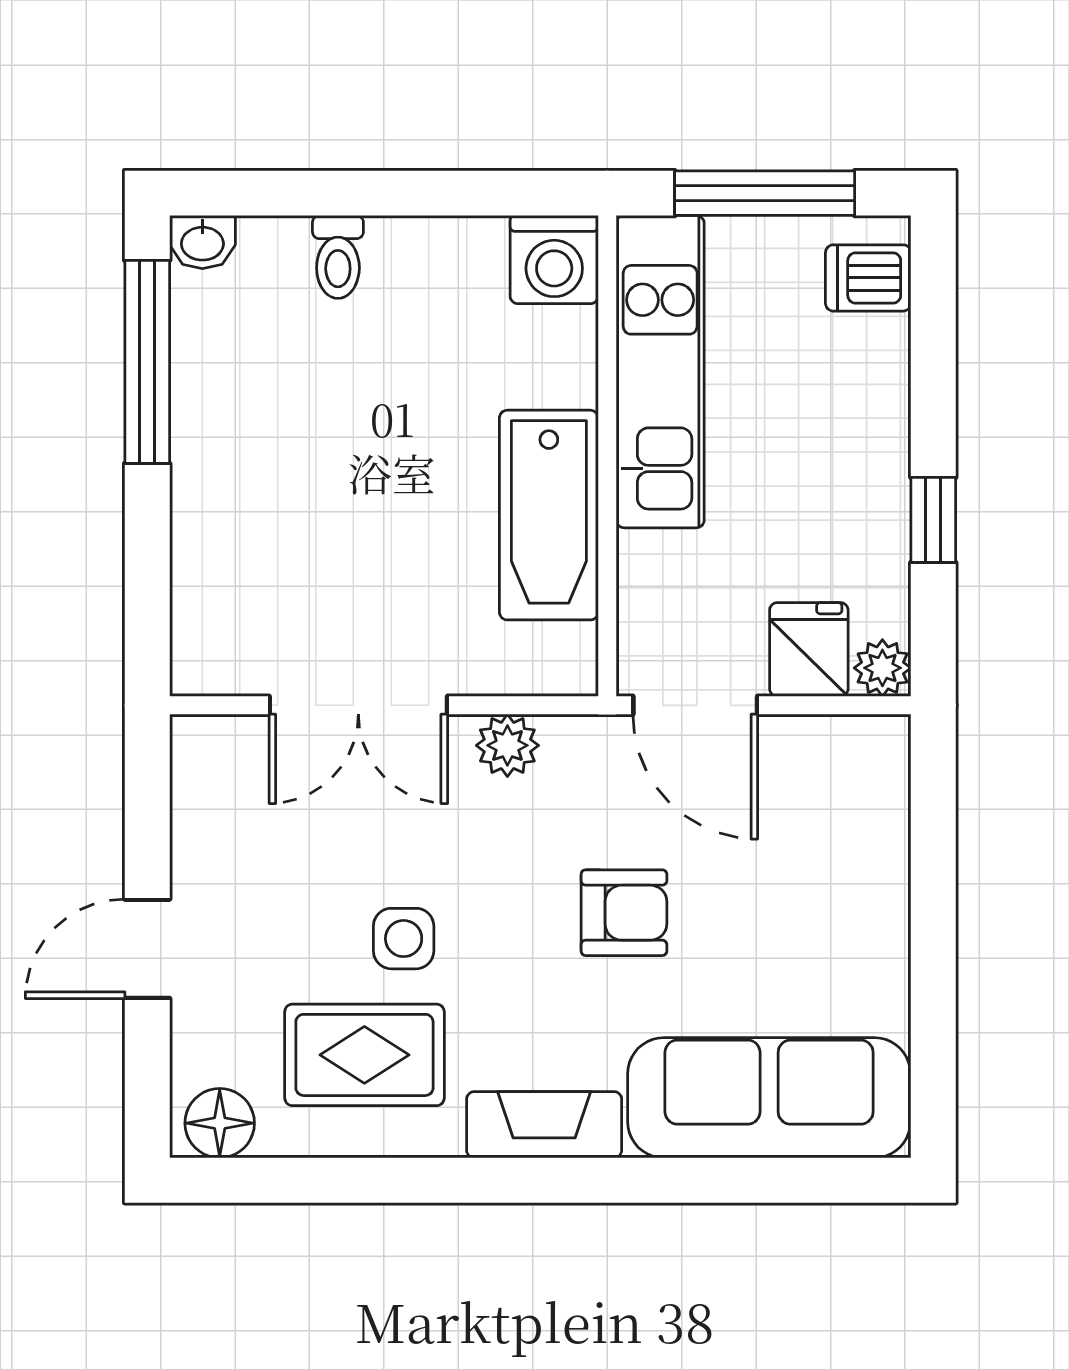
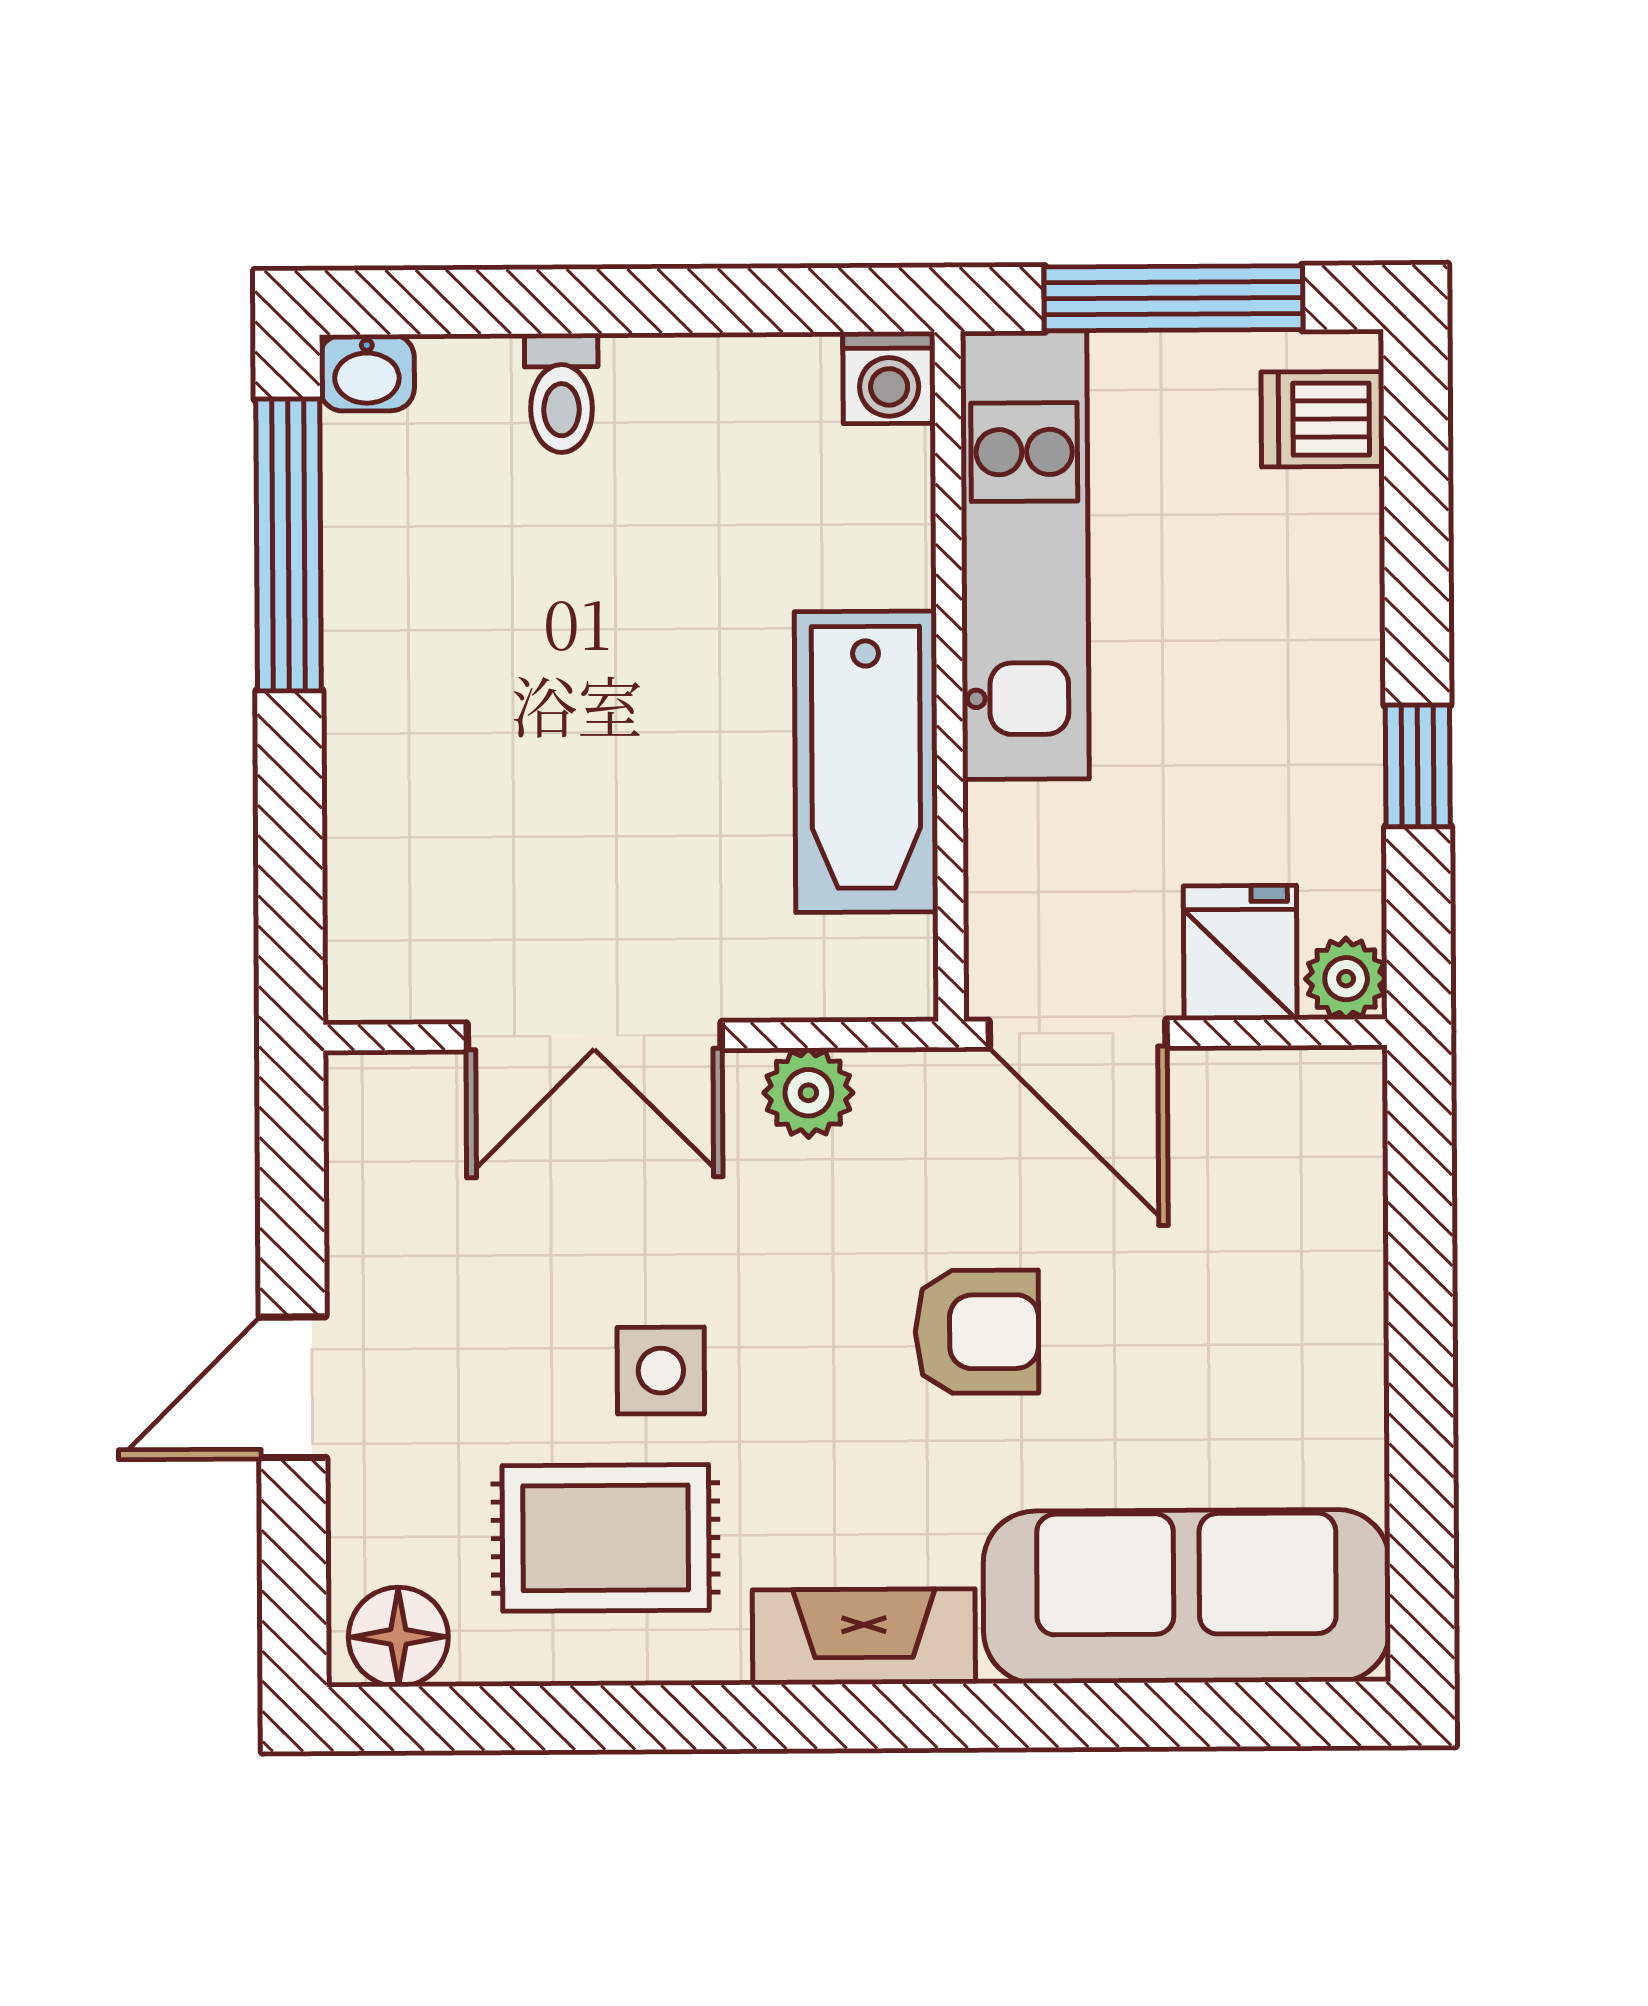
washing machine: (554, 260) -> (889, 378), width x0.73, depth x0.73

